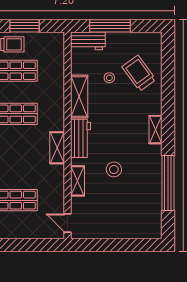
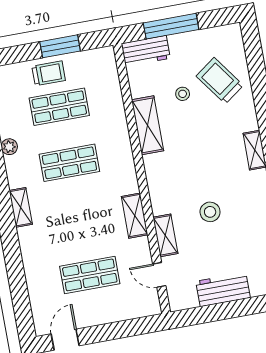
workbench: (80, 138) -> (223, 289), moved, turned -90
shelving: (57, 148) -> (135, 216), moved
door: (67, 223) -> (159, 275), moved

